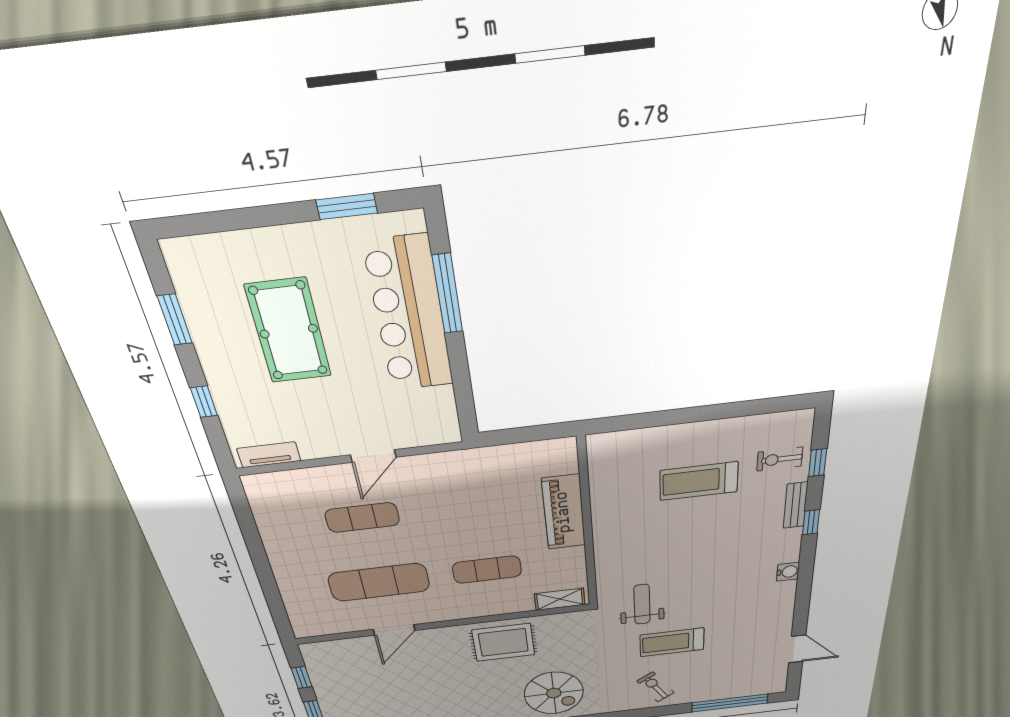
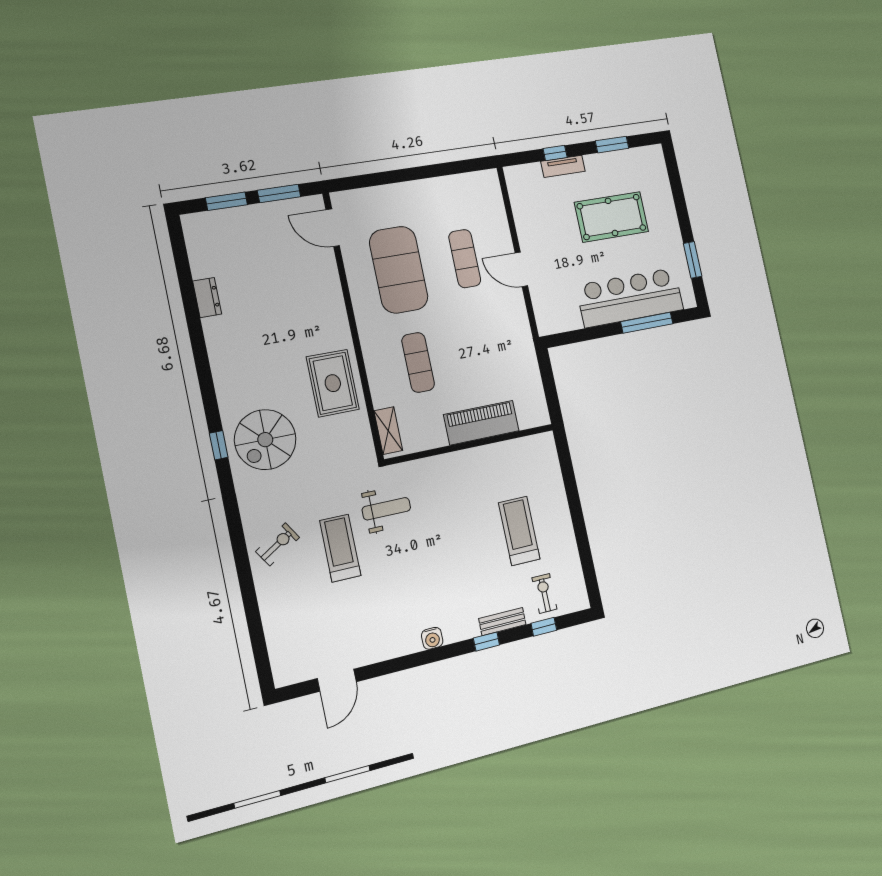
tv unit: (269, 455) -> (563, 166), moved, turned 90
exercise mat: (379, 582) -> (399, 270), width x1.47
door: (394, 630) -> (333, 228), moved
window: (302, 677) -> (279, 194), width x1.50
window: (730, 703) -> (256, 631), removed

